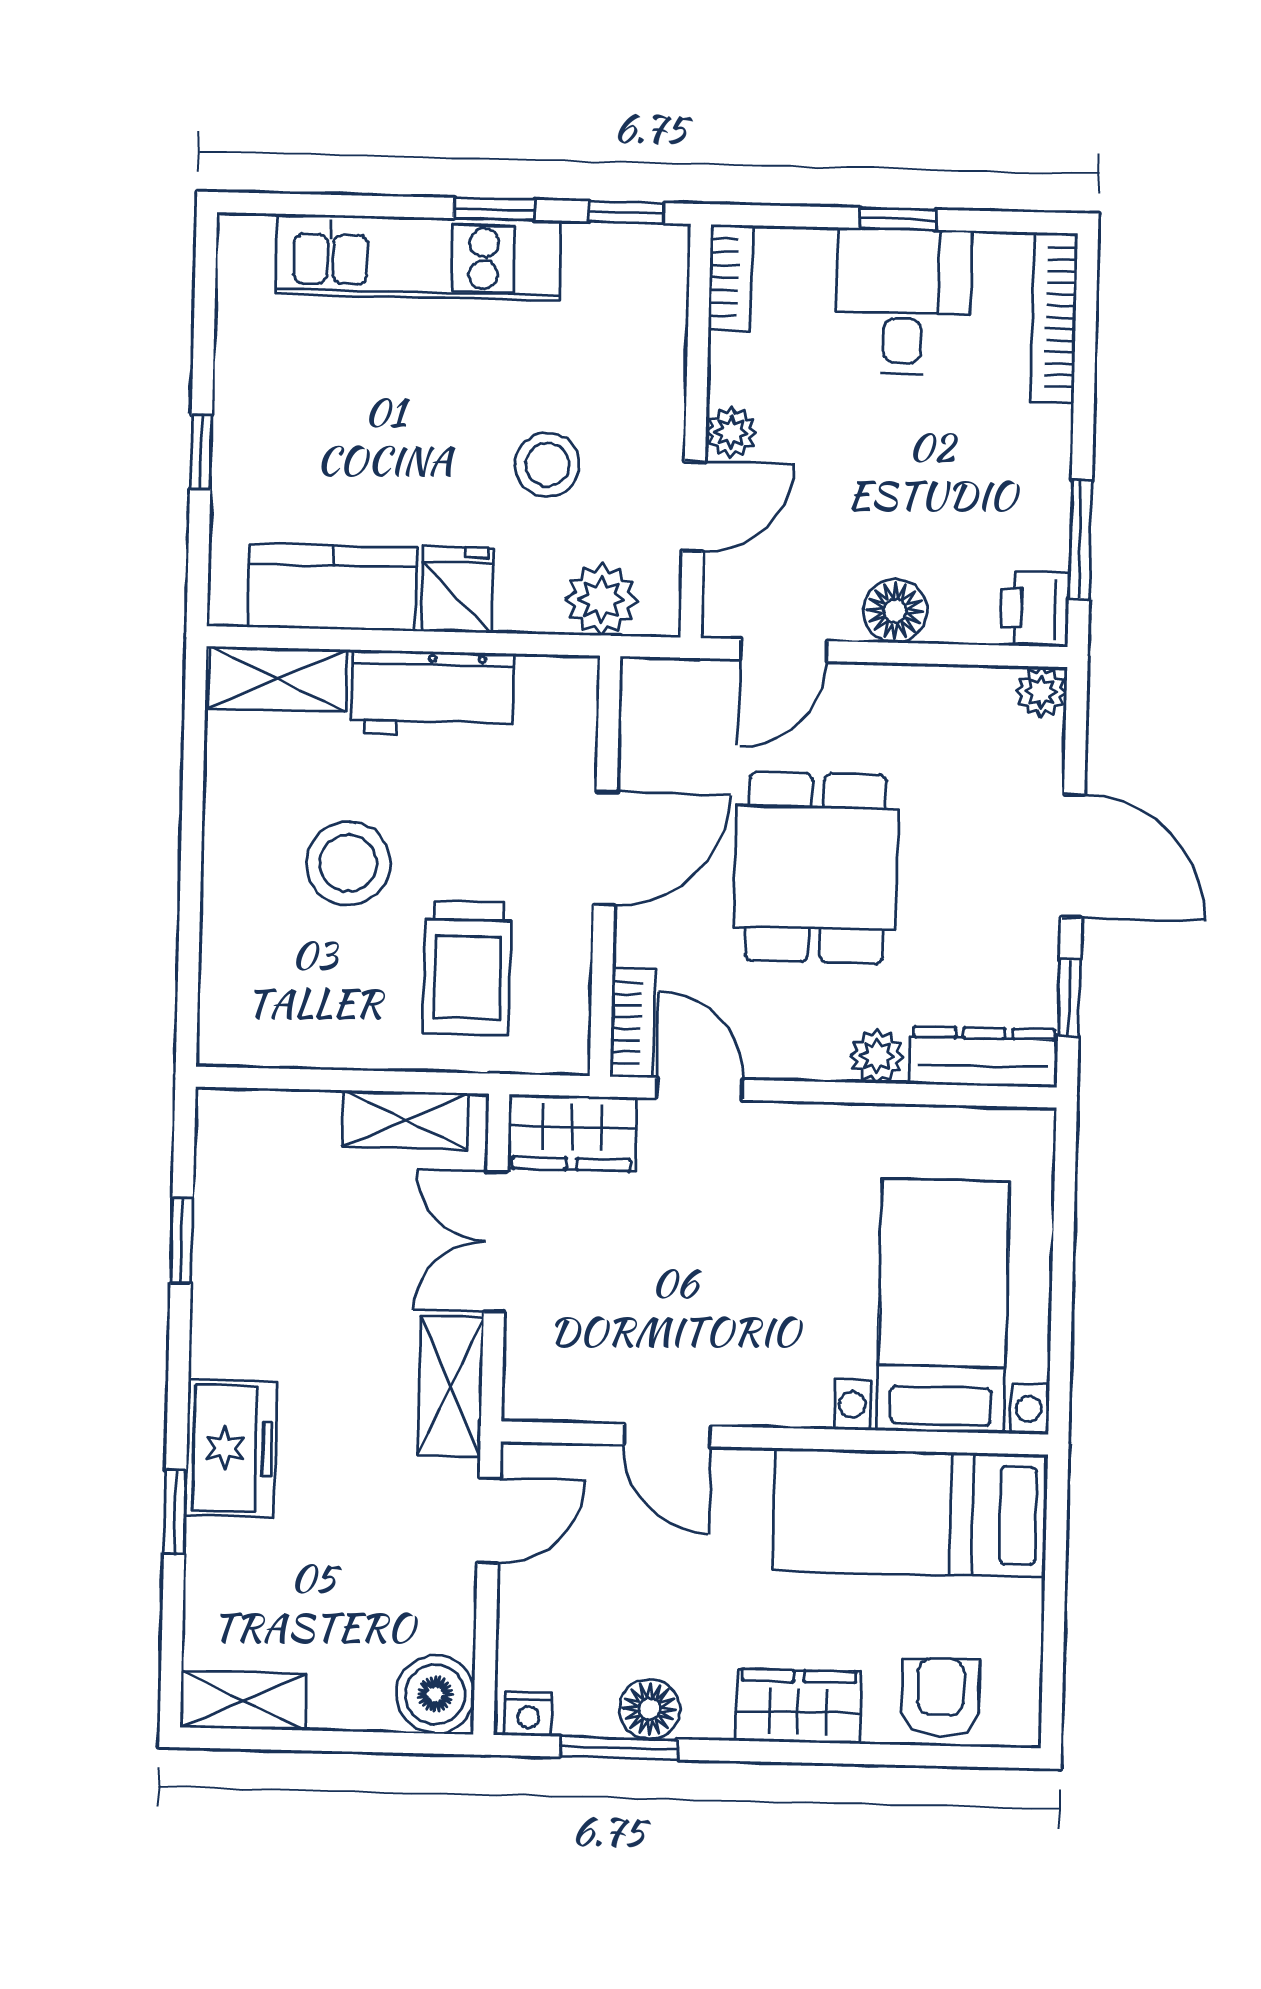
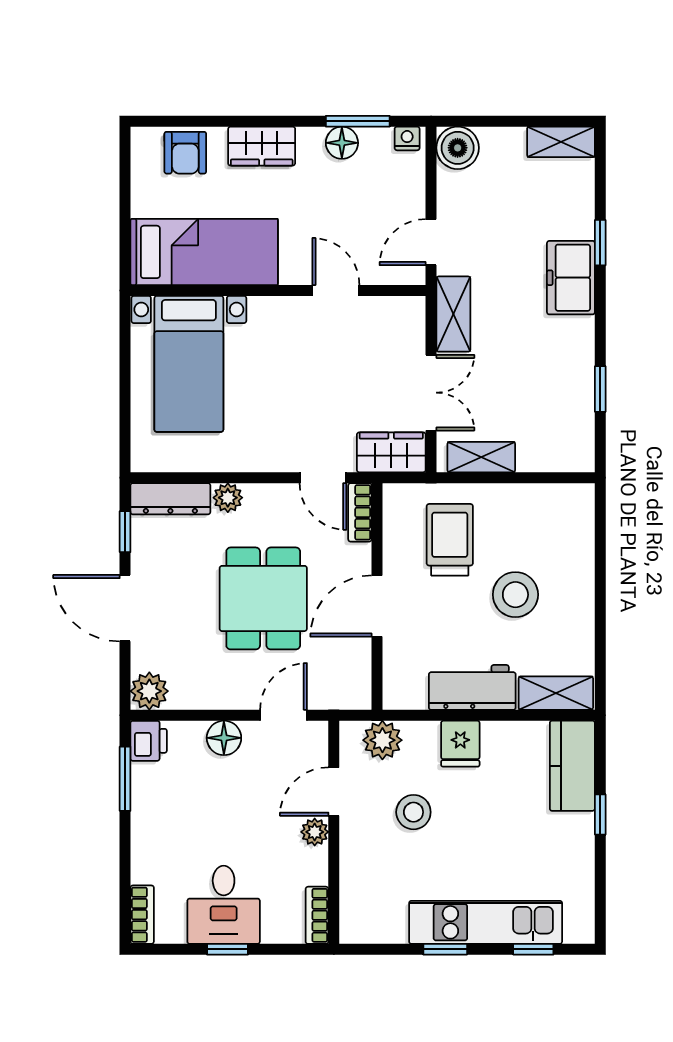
window: (626, 212) -> (533, 949), moved
bookcase: (1054, 317) -> (142, 915), width x0.64
kitchen counter: (333, 587) -> (572, 766), moved, turned 90
plant: (1041, 692) -> (149, 691), width x1.38, depth x1.38

